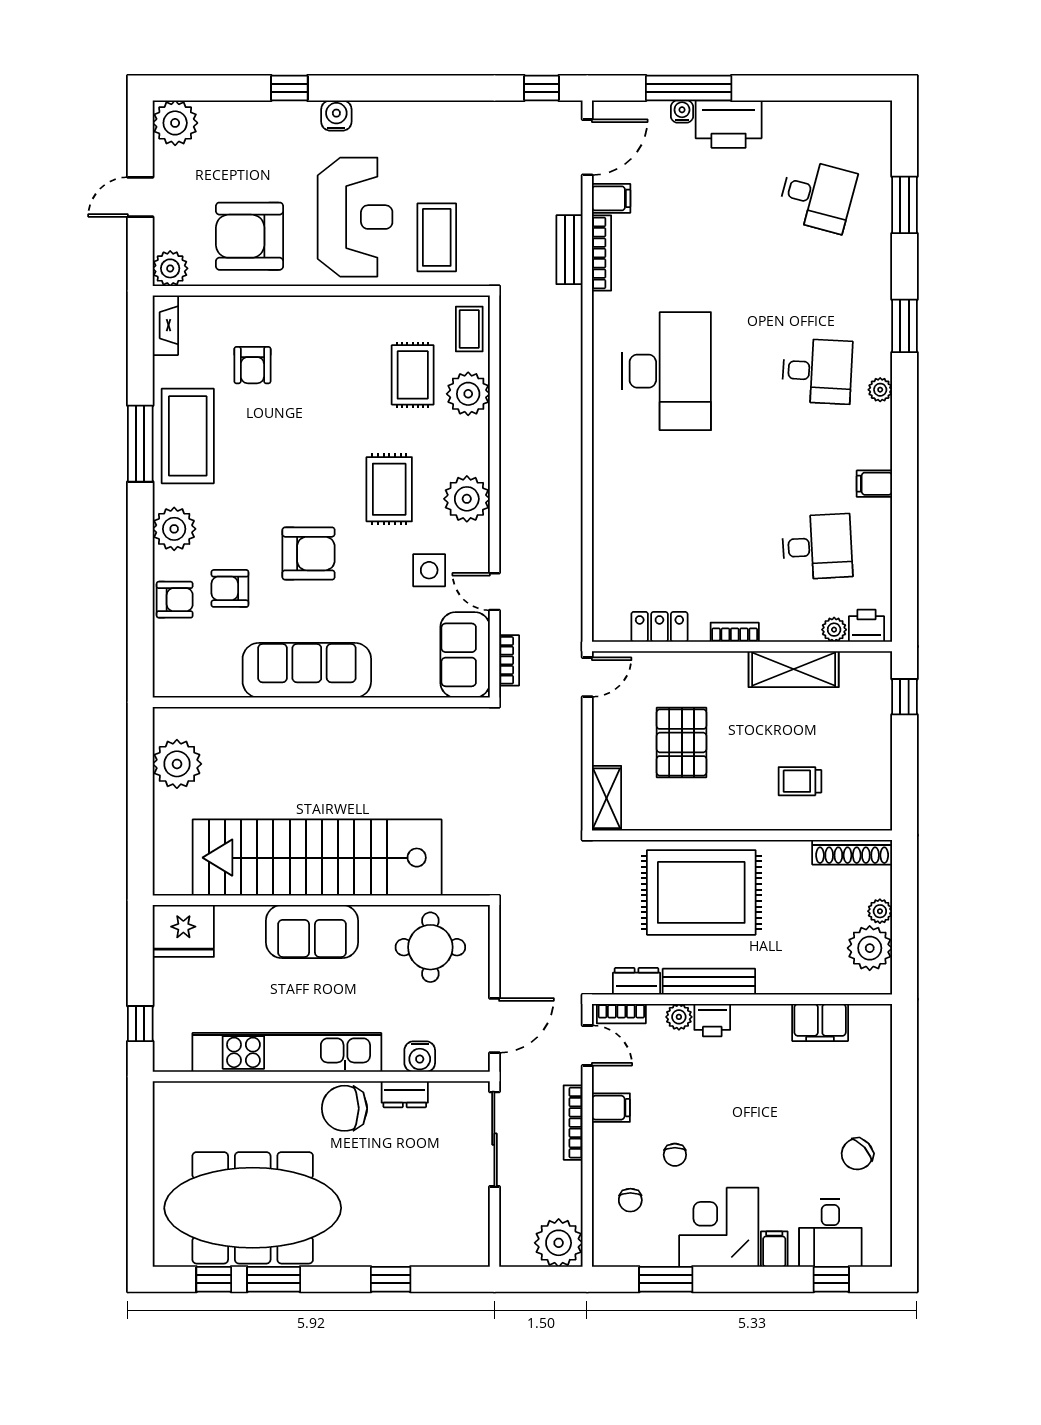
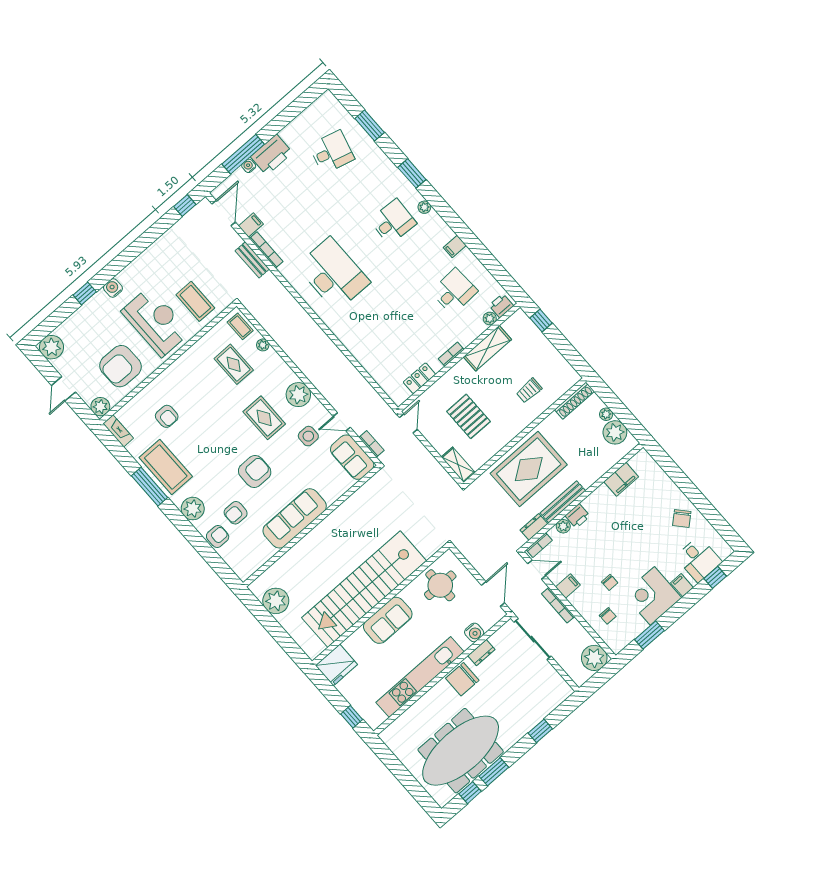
plant: (468, 394) -> (263, 345), width x0.53, depth x0.53

